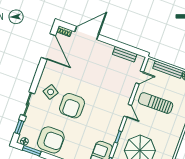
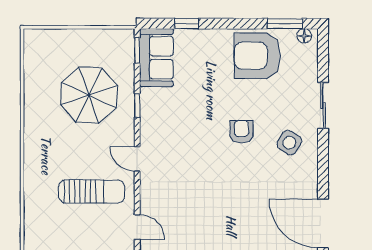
door: (140, 78) -> (137, 227), swing flipped
armchair: (72, 106) -> (241, 132), width x0.53, depth x0.53
window: (19, 127) -> (323, 58), removed

